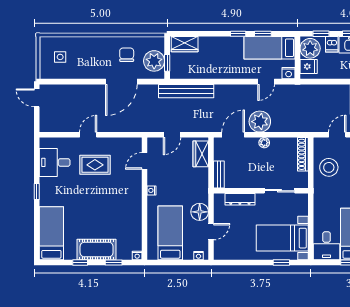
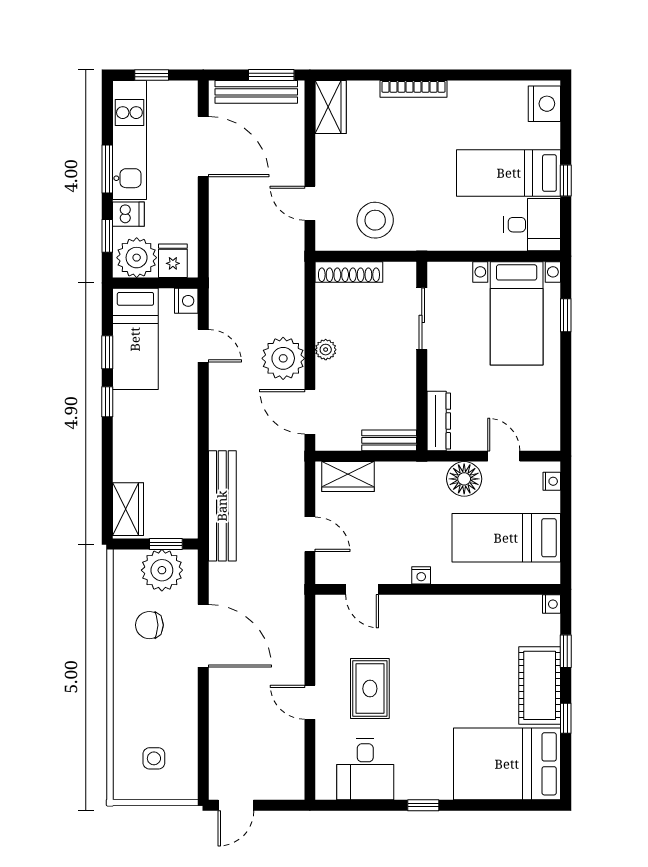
dresser: (240, 199) -> (439, 421), moved
bed: (51, 233) -> (507, 764), width x1.50

